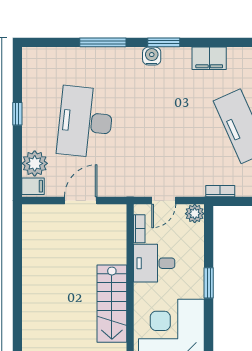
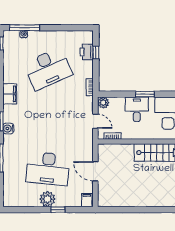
window: (17, 114) -> (58, 210), moved
plant: (35, 163) -> (48, 199), moved
desk: (154, 263) -> (137, 109), moved, turned 180

